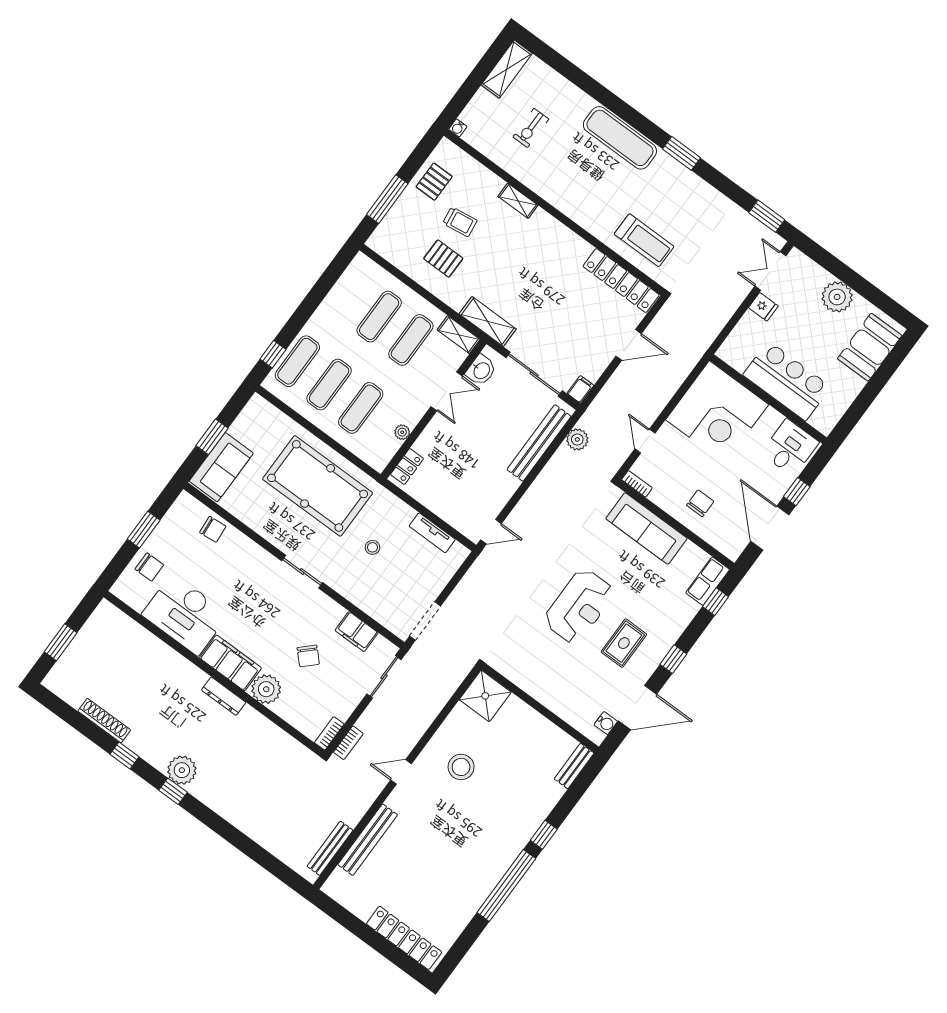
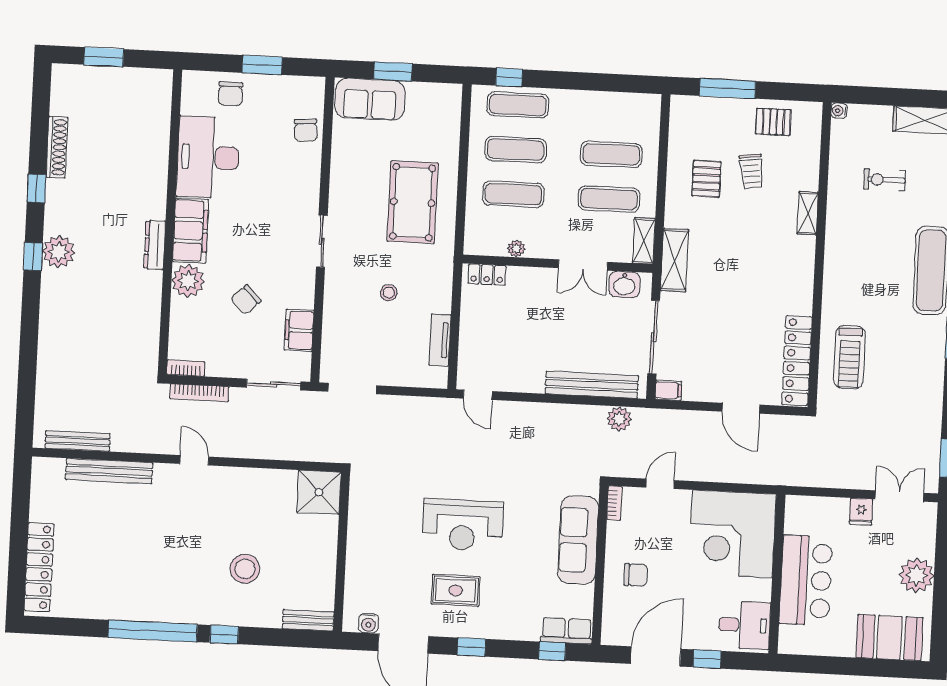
pool table: (318, 486) -> (413, 202), width x0.73, depth x0.76
bookcase: (348, 743) -> (199, 393), width x1.56
stool: (461, 767) -> (245, 569), moved

